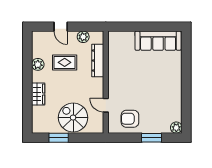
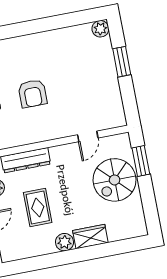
plant: (38, 64) -> (65, 242), moved
armchair: (130, 119) -> (32, 94), moved
window: (59, 138) -> (141, 161), moved

